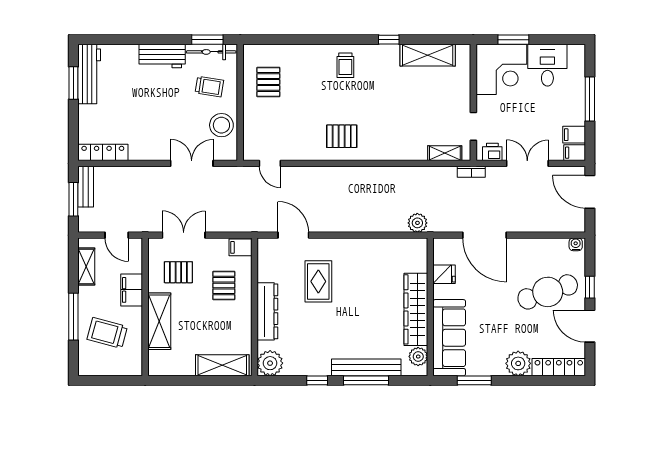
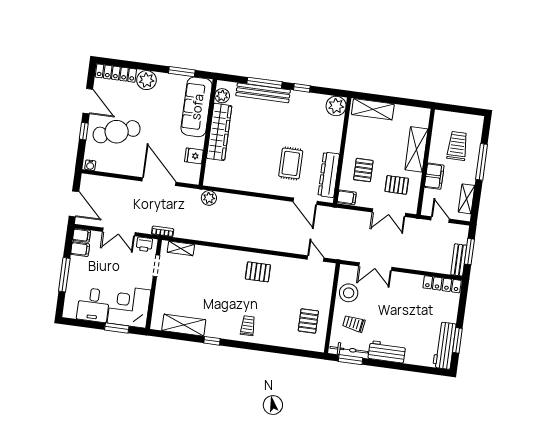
dresser: (267, 311) -> (329, 175), moved
trolley: (107, 333) -> (457, 146), turned -105

